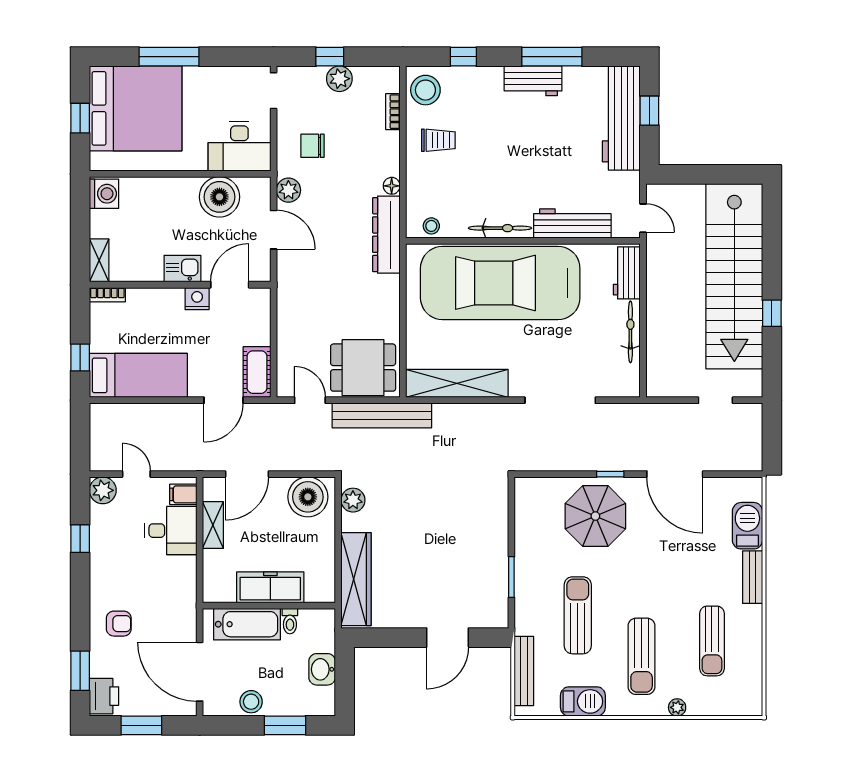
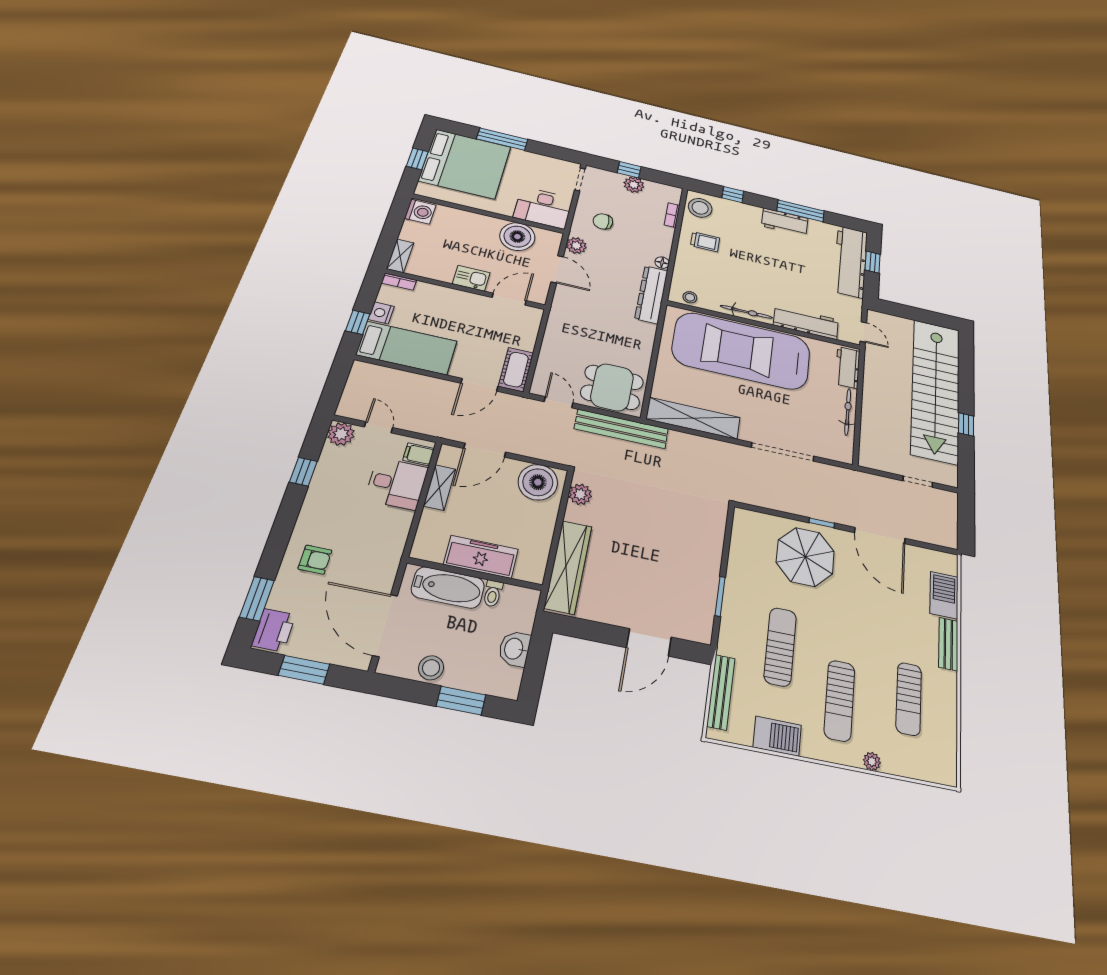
nightstand: (197, 299) -> (381, 313), moved, turned -90

